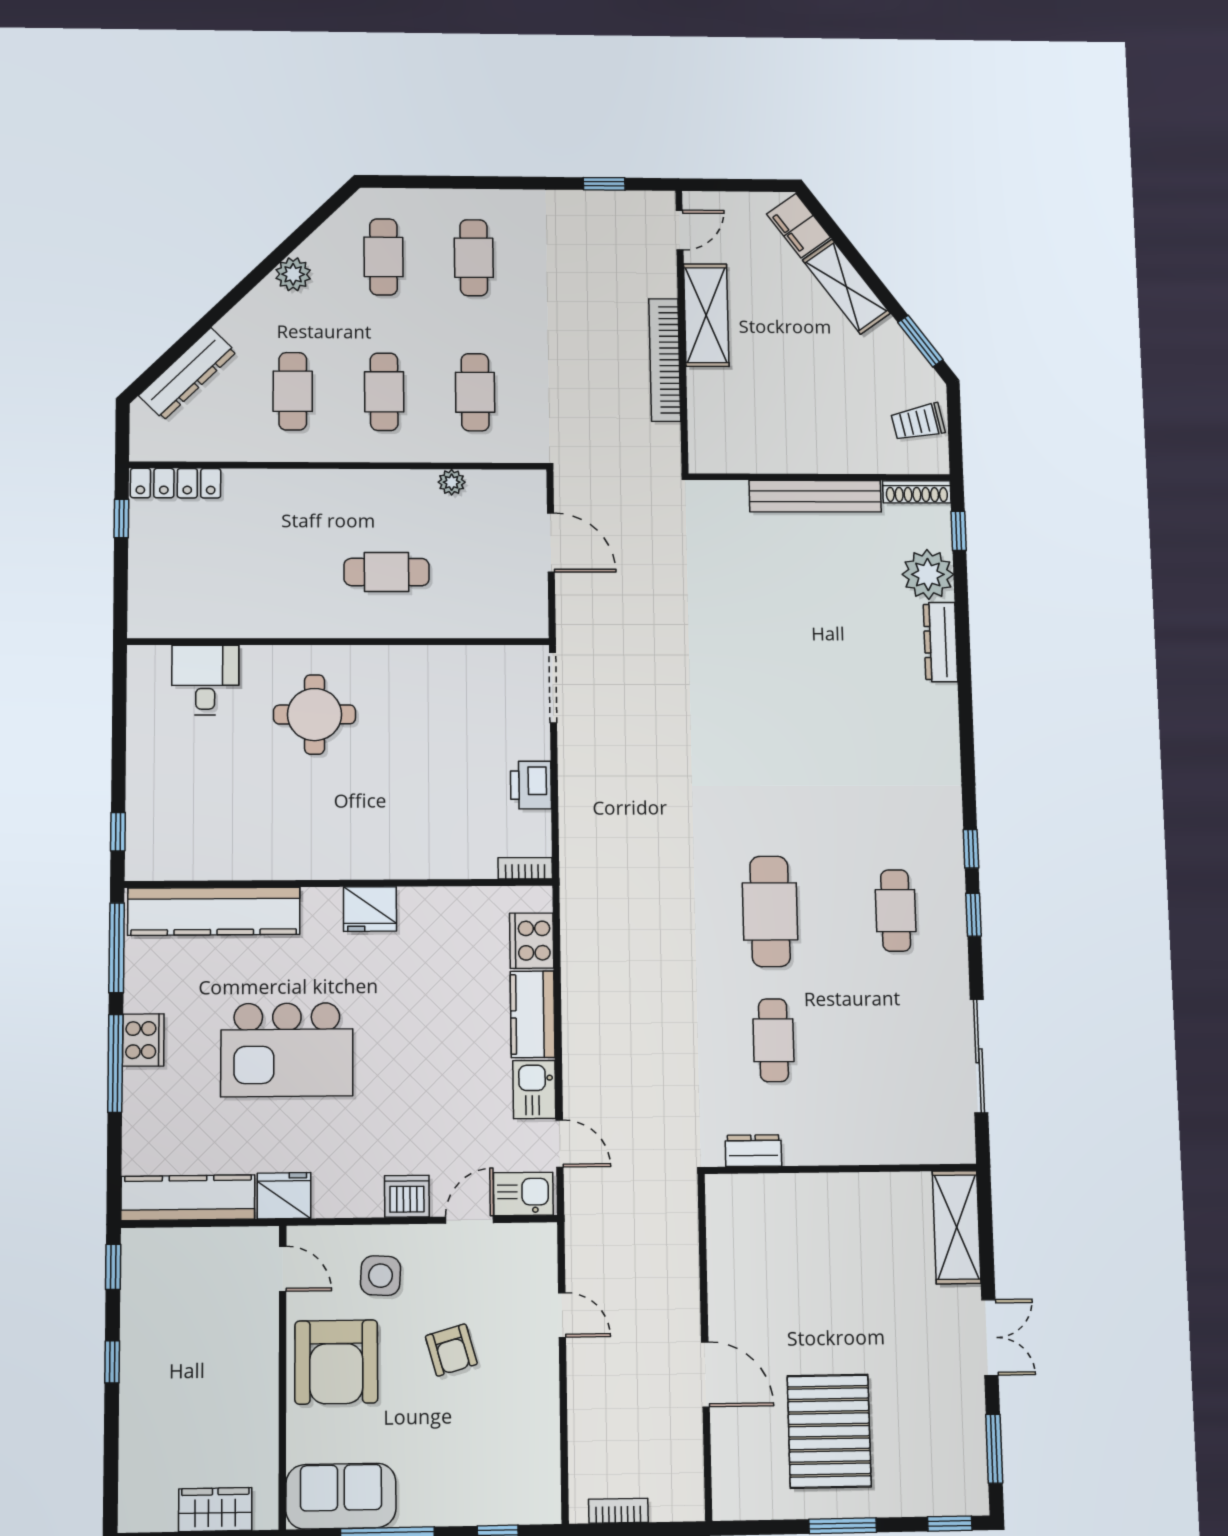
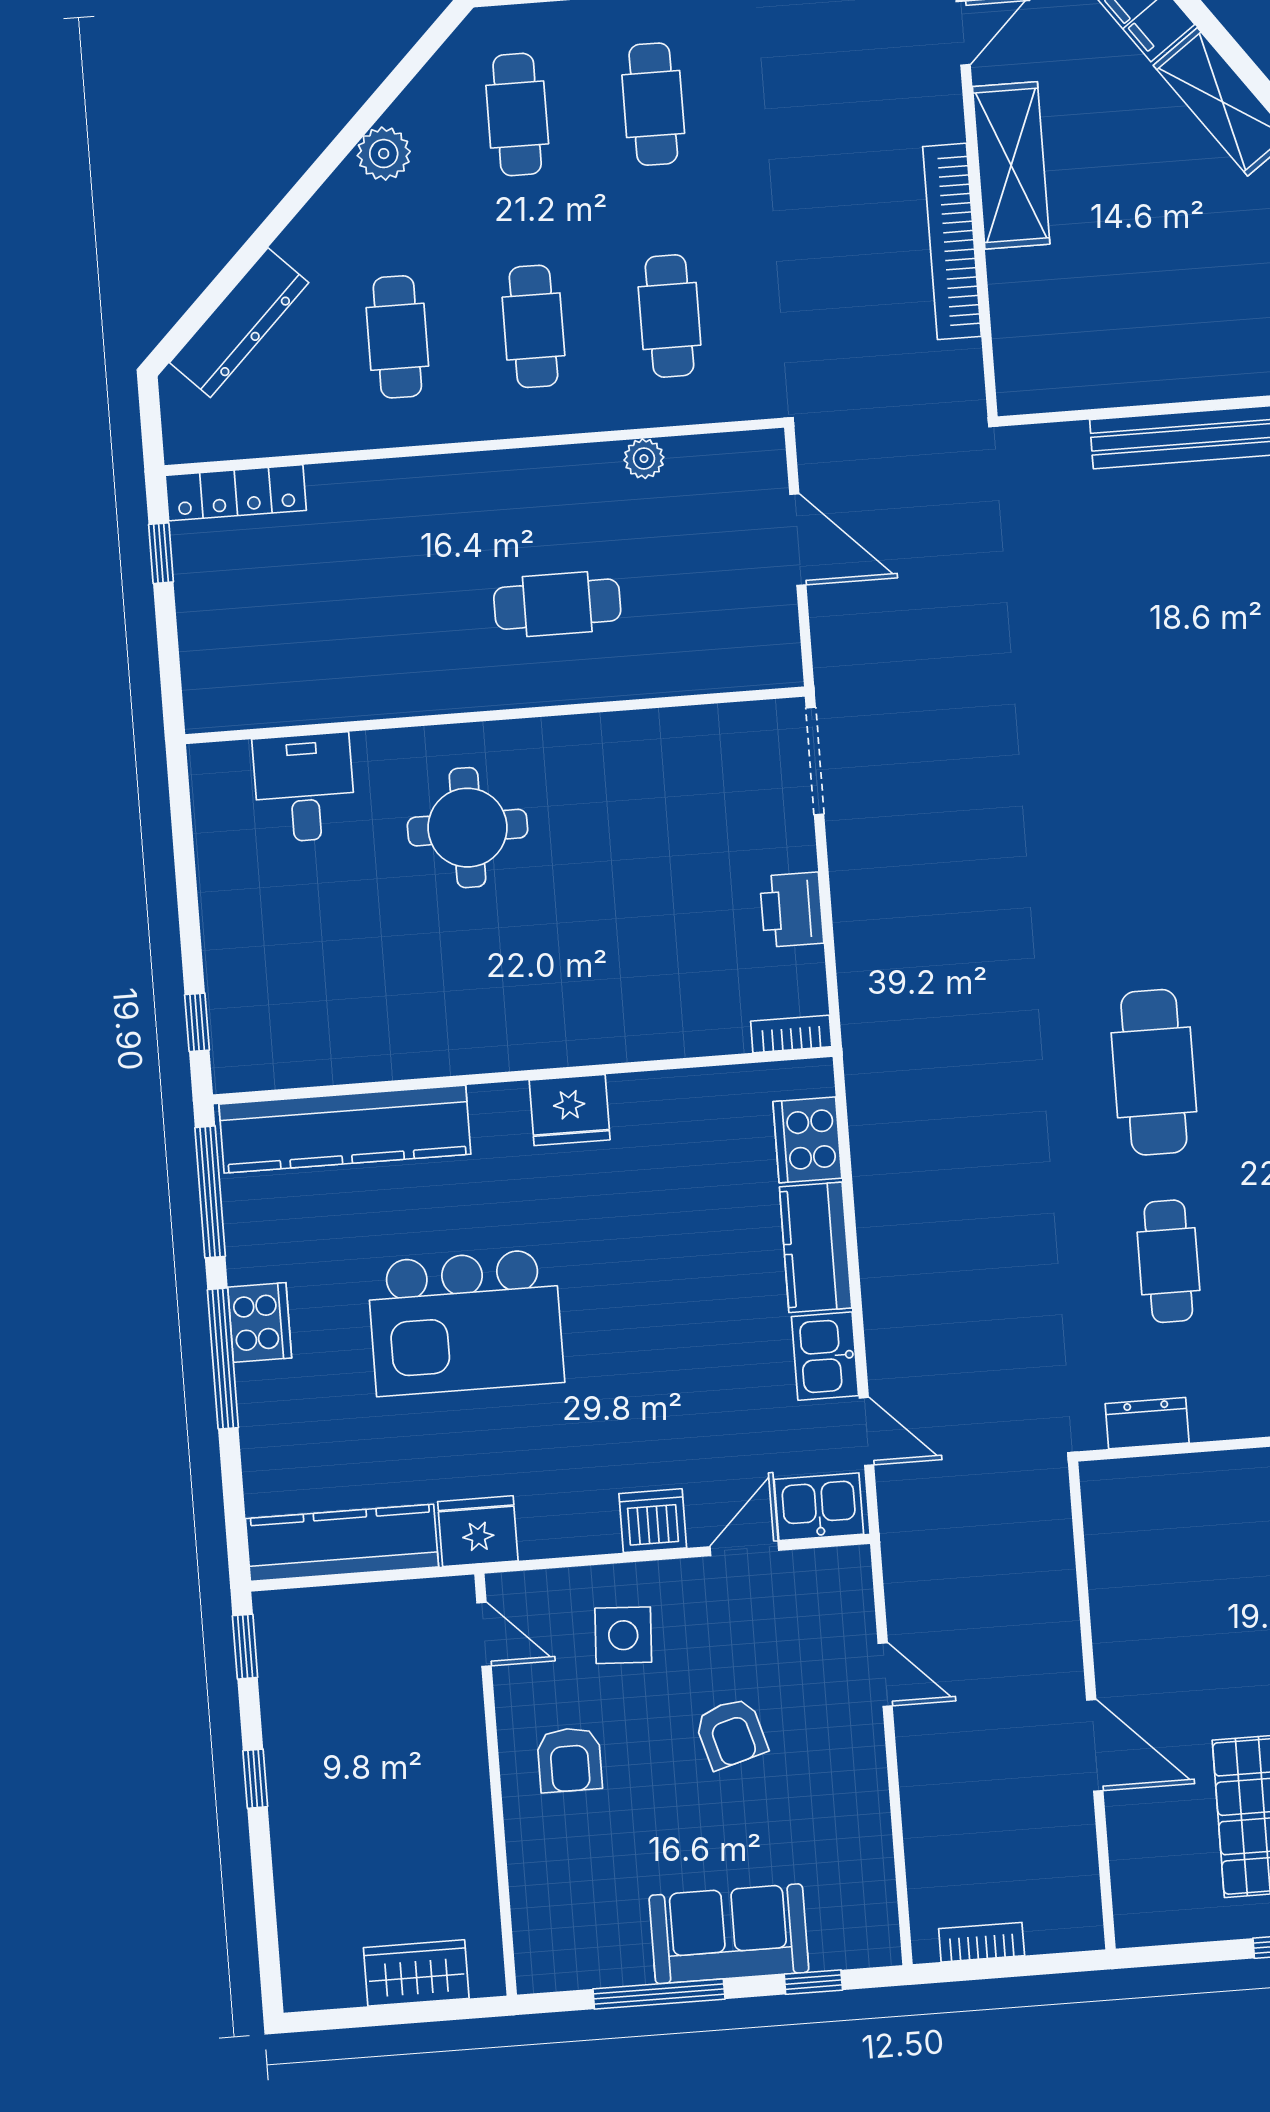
armchair: (336, 1362) -> (570, 1760), width x0.53, depth x0.53
sofa: (341, 1496) -> (729, 1934), moved

